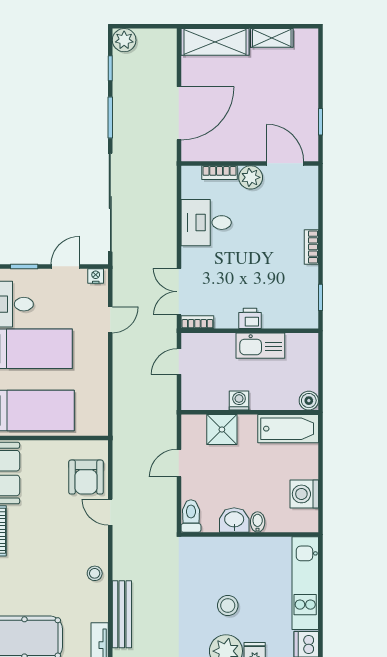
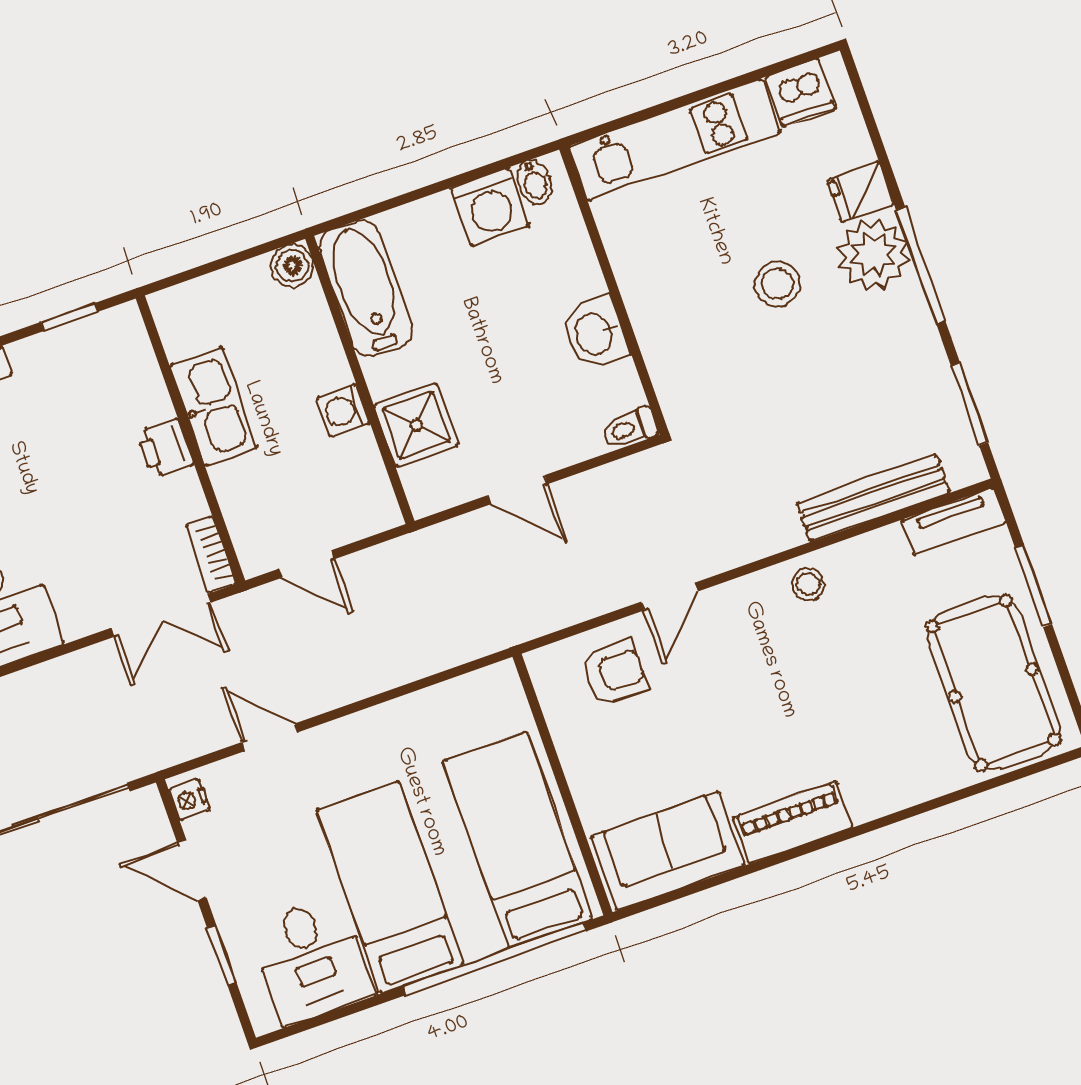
armchair: (86, 477) -> (614, 673), width x0.72, depth x0.72
toilet: (191, 516) -> (630, 428), width x0.73, depth x0.72
bidet: (258, 522) -> (535, 182), moved, turned -90

